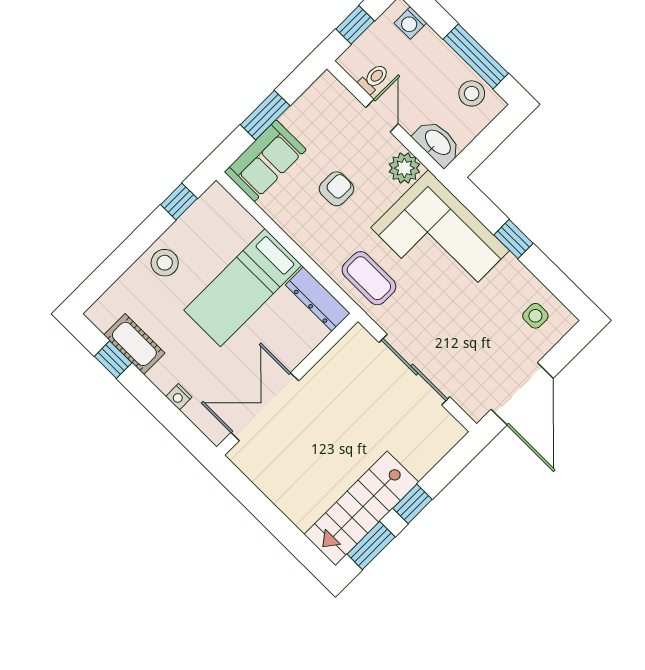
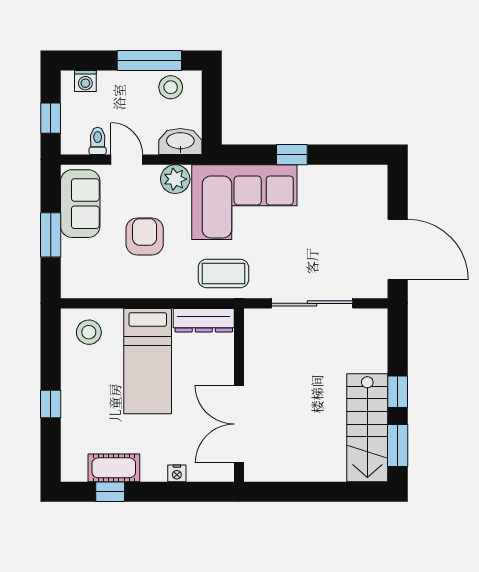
sofa: (265, 161) -> (80, 204), moved
armchair: (337, 189) -> (145, 236), width x1.38, depth x1.38
window: (179, 201) -> (51, 404), moved
stool: (165, 263) -> (89, 332), moved
side table: (535, 316) -> (356, 190), removed

